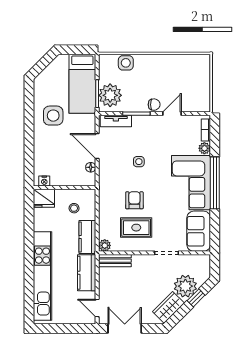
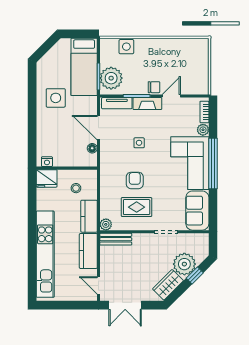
fireplace: (147, 121) -> (147, 104), added
double door: (125, 328) -> (125, 305), swing flipped

